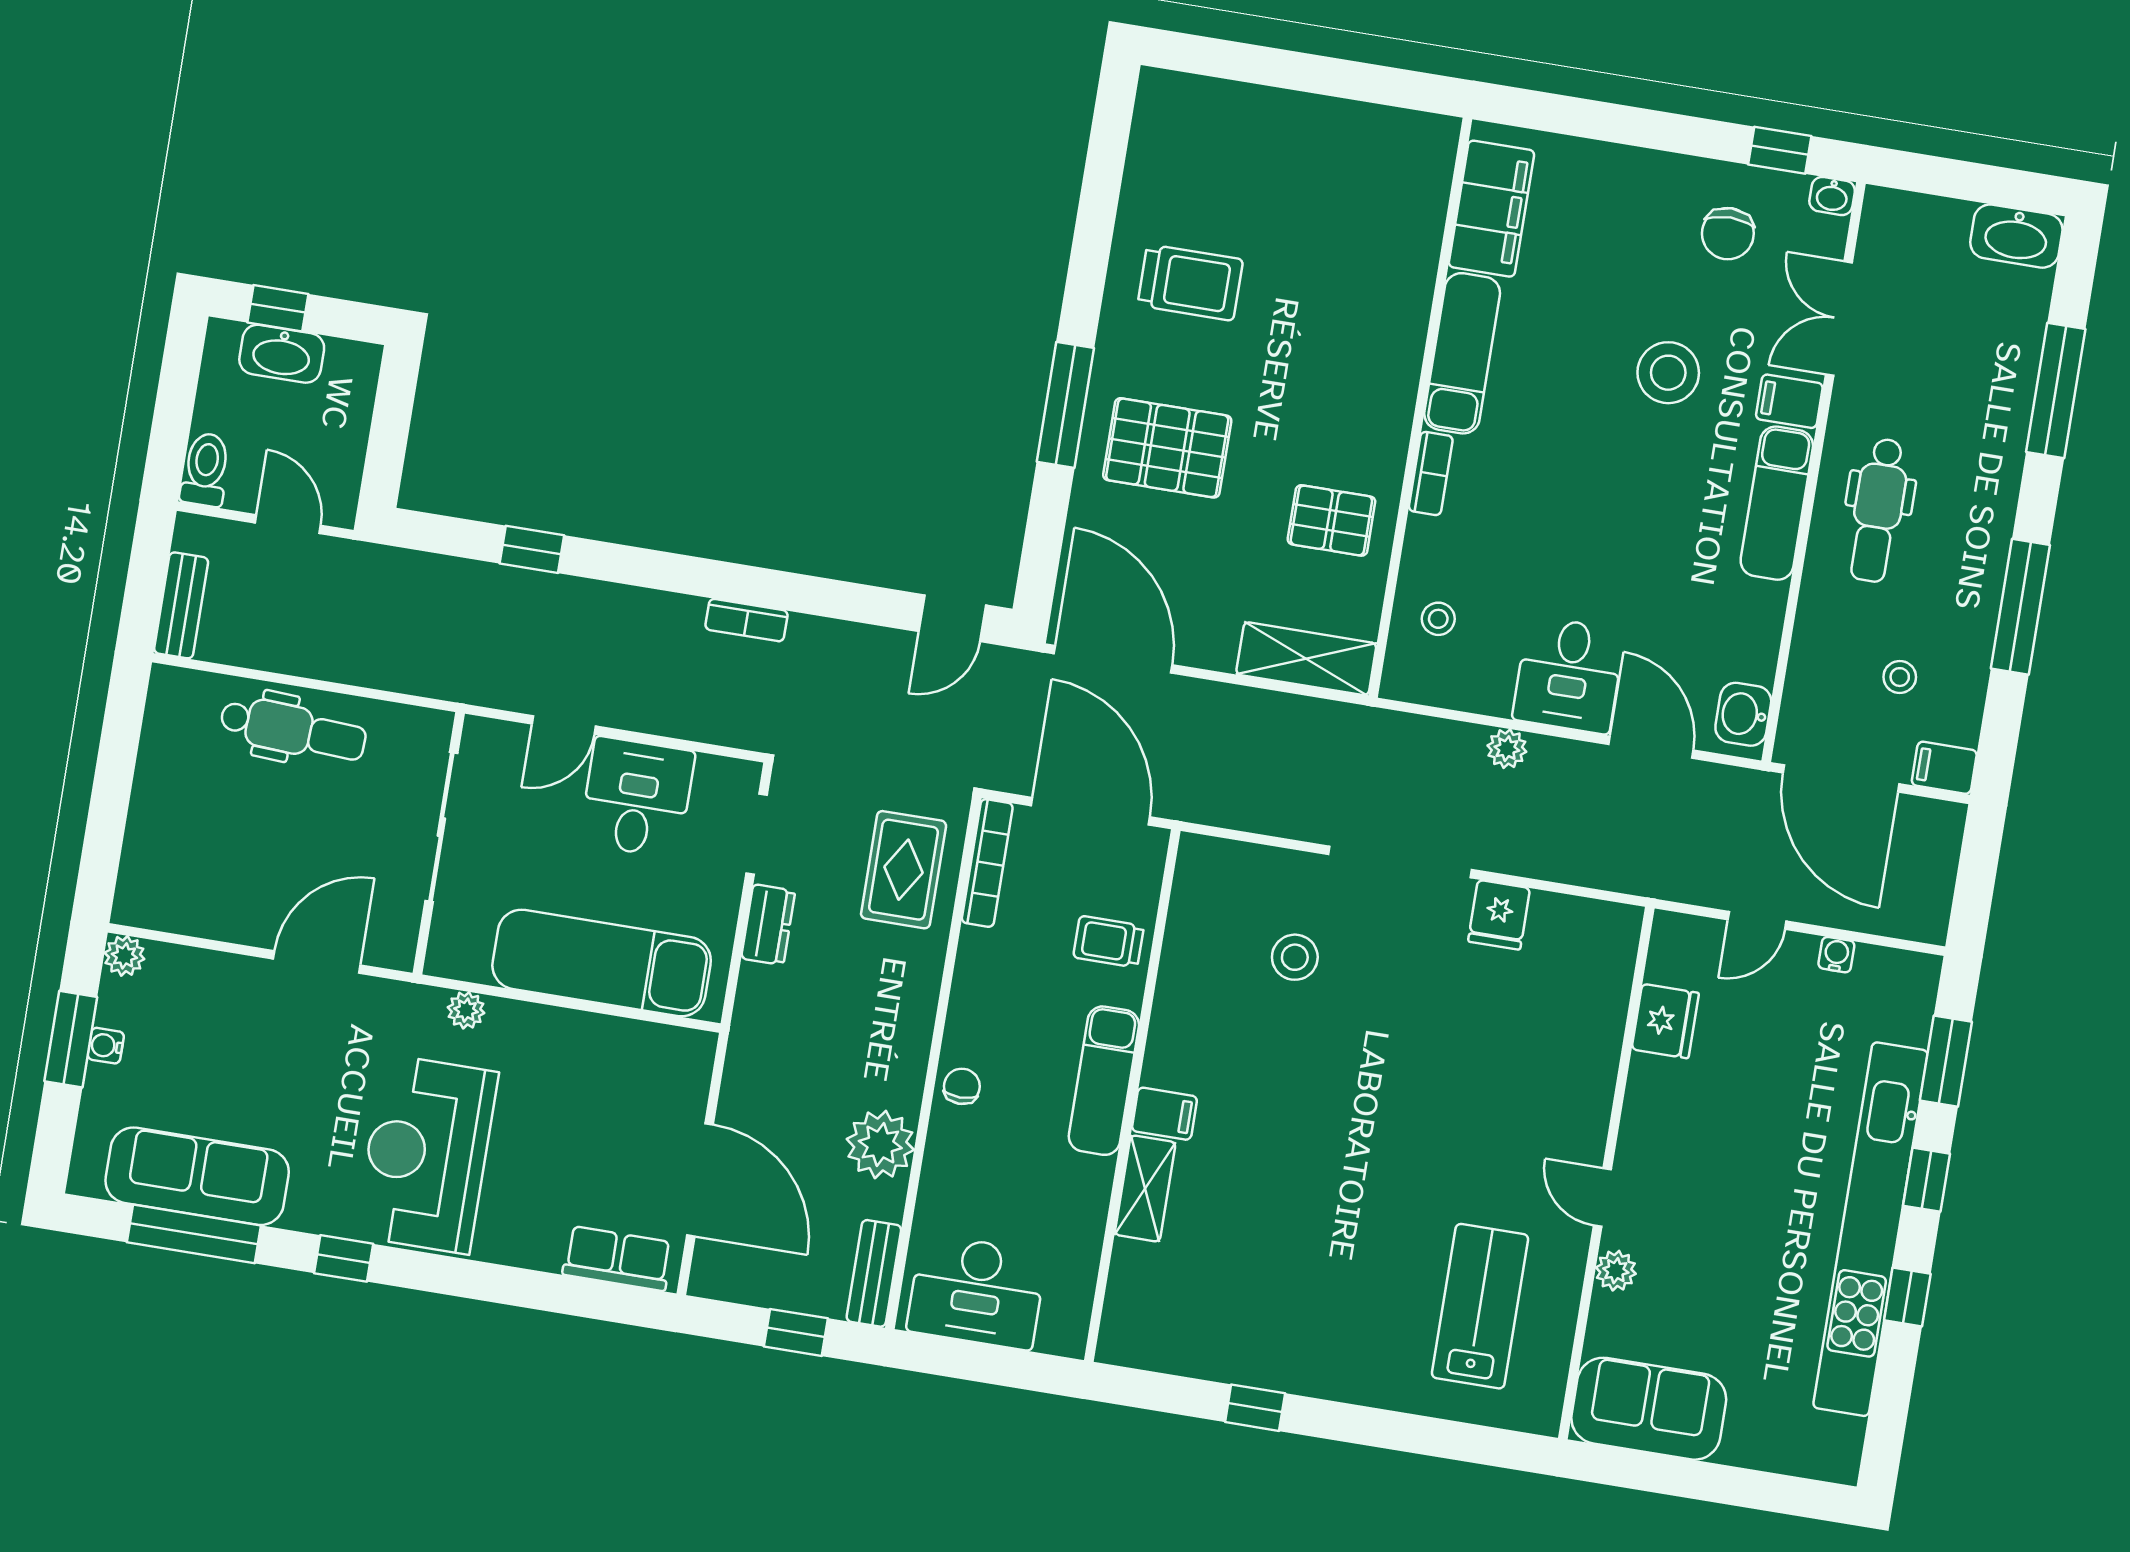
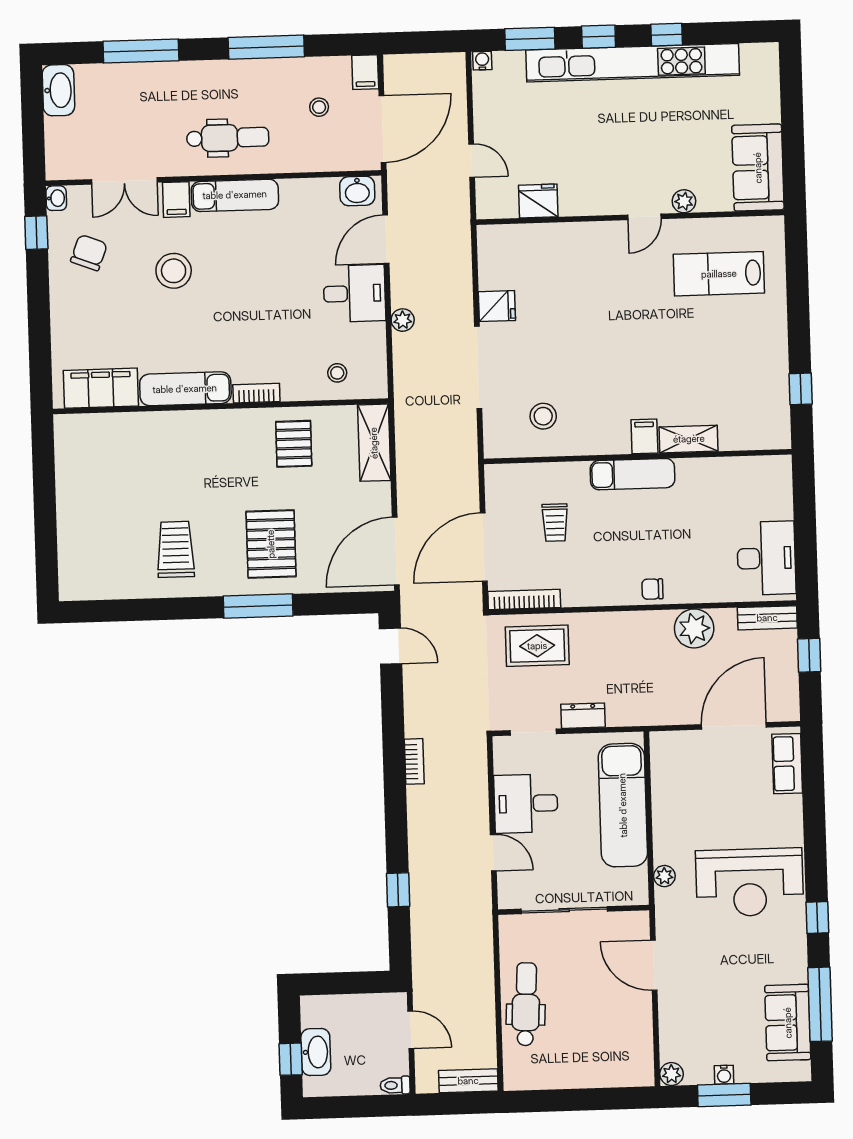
chair: (1728, 234) -> (89, 253), turned -69
toilet: (205, 470) -> (395, 1085), width x0.73, depth x0.72
door: (288, 524) -> (411, 1030), swing flipped
water cooler: (1836, 955) -> (482, 61), moved, turned 90
exam couch: (1104, 1081) -> (633, 474), moved
wall: (1132, 1096) -> (638, 456), moved
filing cabinet: (1164, 1114) -> (644, 436), moved
sofa: (197, 1176) -> (788, 1023), width x0.73
shelving: (1145, 1188) -> (689, 439), moved

